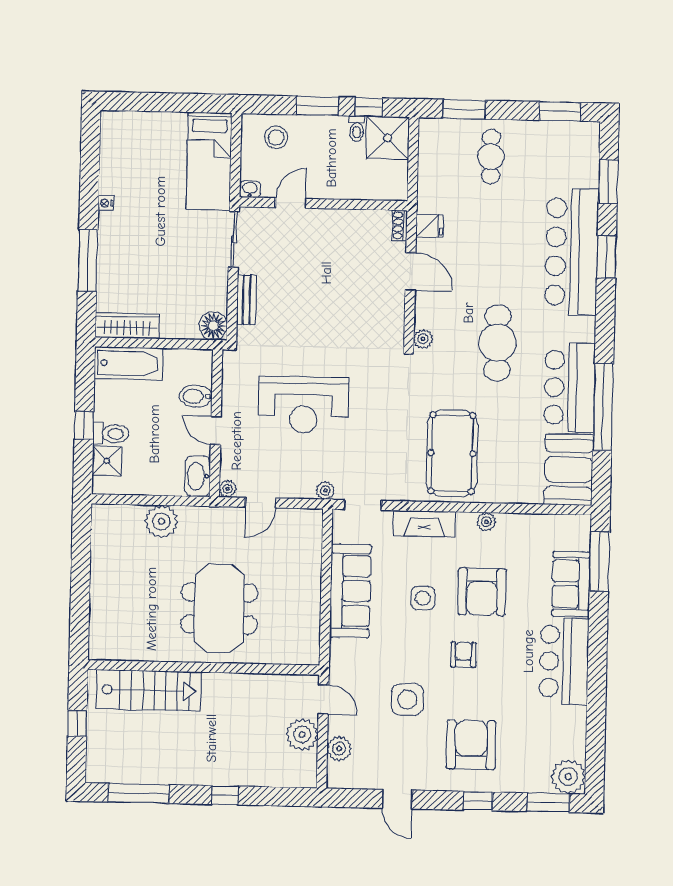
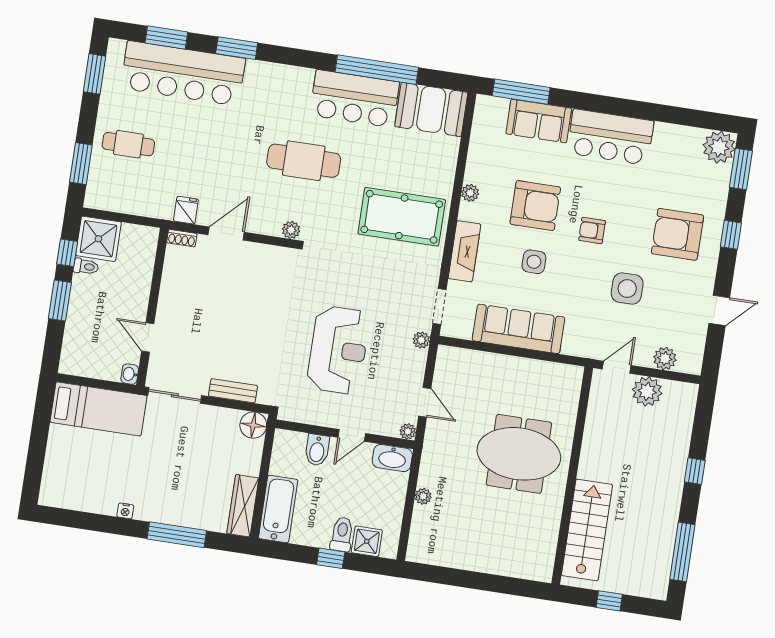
stool: (276, 138) -> (84, 343), removed
bar counter: (572, 252) -> (183, 73), moved
plant: (161, 521) -> (423, 496), width x0.53, depth x0.53

